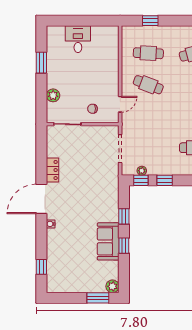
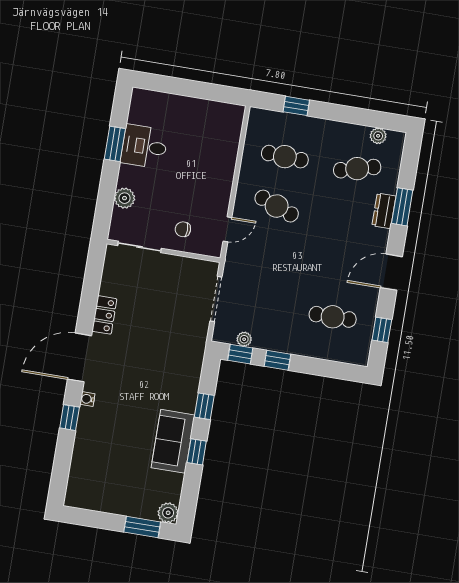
desk: (78, 39) -> (144, 146), moved, turned -90
window: (41, 267) -> (70, 418), moved

